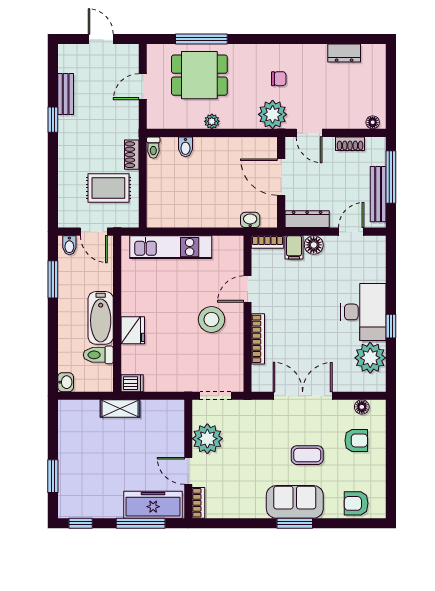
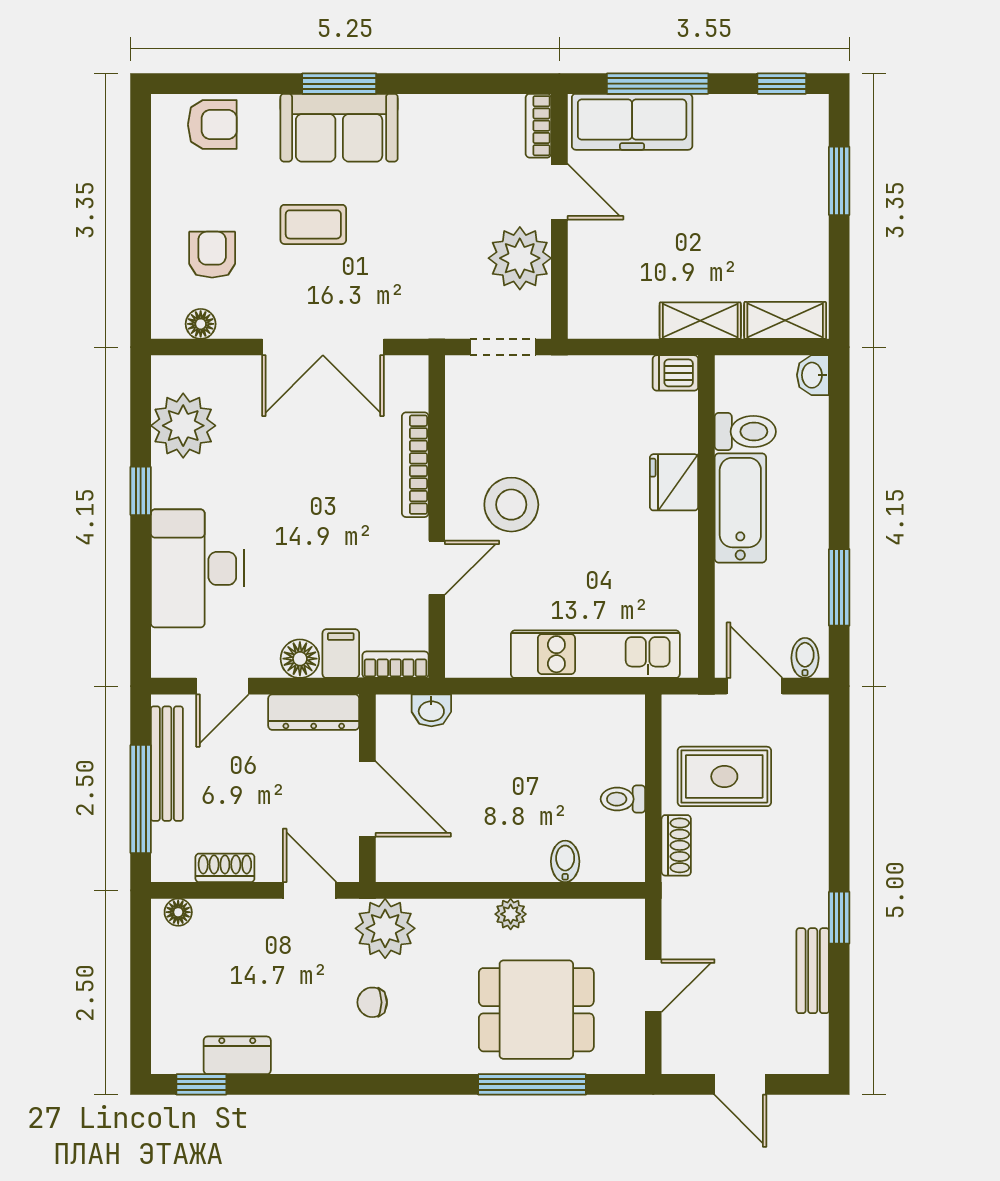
window: (361, 39) -> (201, 1084), added
toilet: (153, 148) -> (623, 799), moved, turned -90
desk: (363, 312) -> (197, 568), moved
shelving: (79, 409) -> (785, 320), added
armchair: (356, 440) -> (212, 255), turned 90

